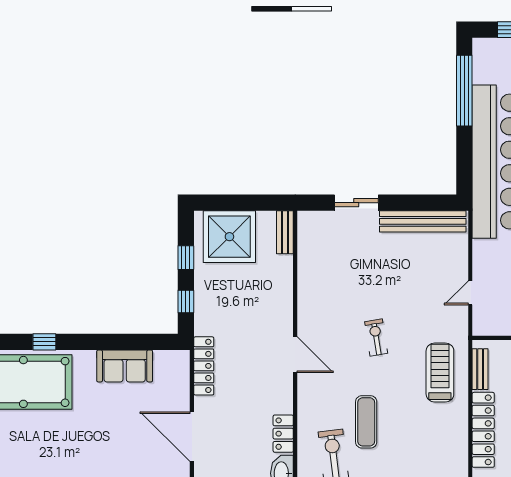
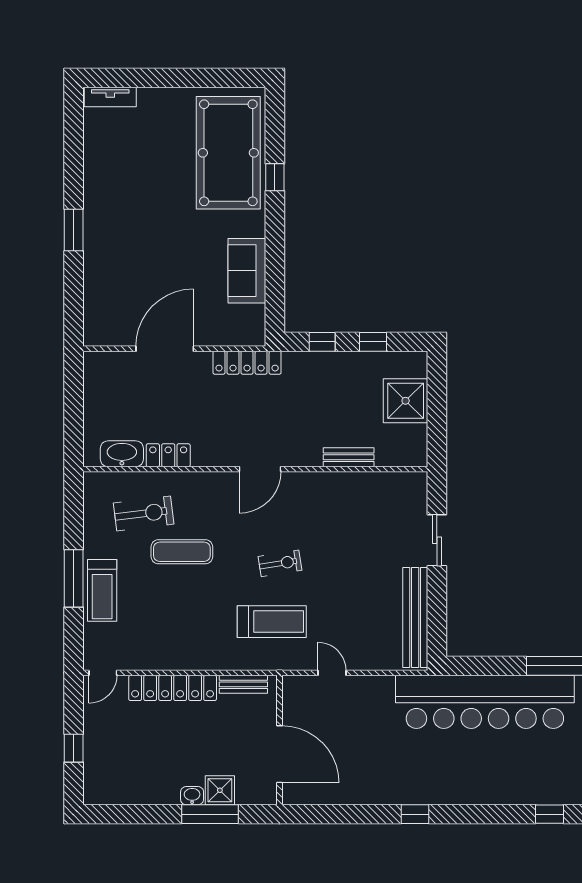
bench: (285, 232) -> (349, 457), moved
shower: (229, 237) -> (406, 401), width x0.73, depth x0.73
treadmill: (440, 373) -> (272, 622), moved

